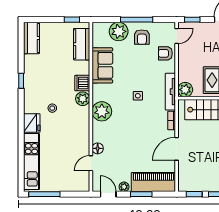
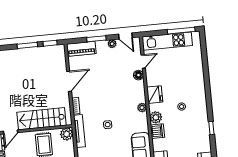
plant: (102, 111) -> (142, 108), width x0.53, depth x0.53
fridge: (32, 123) -> (155, 95), moved, turned 180
kitchen unit: (31, 162) -> (167, 41), moved, turned -90
piano: (153, 182) -> (81, 49), width x0.73, depth x0.75

